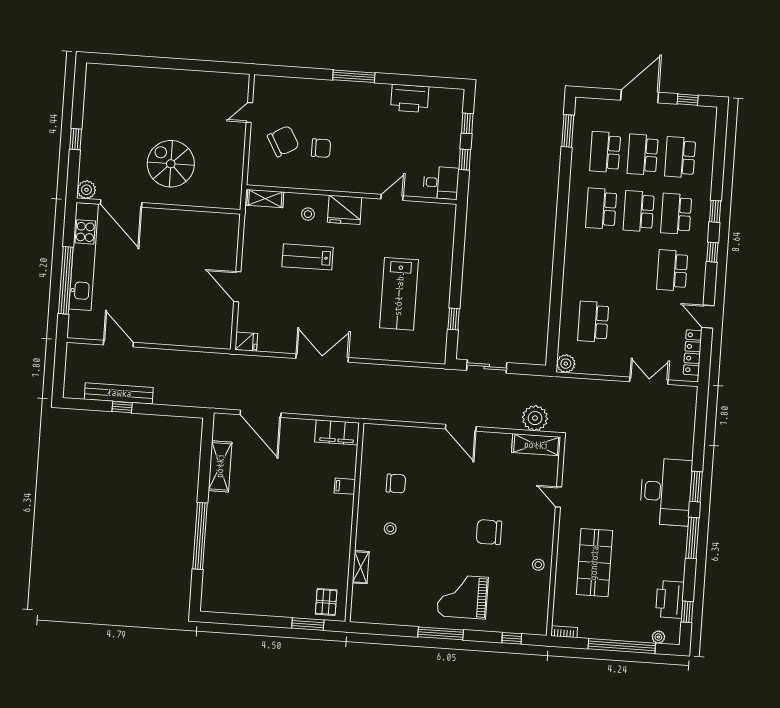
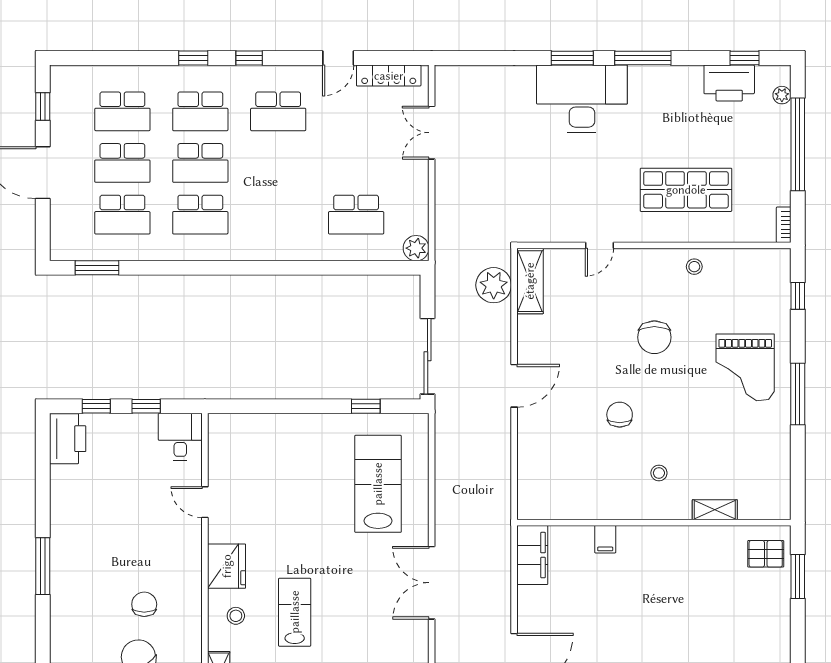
printer: (410, 98) -> (68, 439), moved
lab bench: (308, 257) -> (295, 612), turned 180
lab bench: (399, 294) -> (378, 484), moved, turned -90
sliding door: (487, 366) -> (428, 356), width x1.37
chair: (396, 484) -> (620, 415), moved

